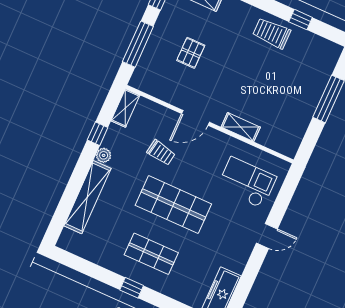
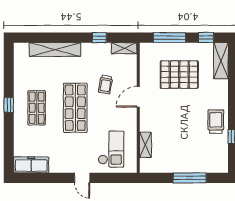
pallet: (191, 53) -> (179, 75), width x2.05, depth x2.00
door: (196, 118) -> (138, 97), hinge flipped
shelving: (241, 127) -> (145, 145), moved
plant: (104, 155) -> (87, 48), removed

